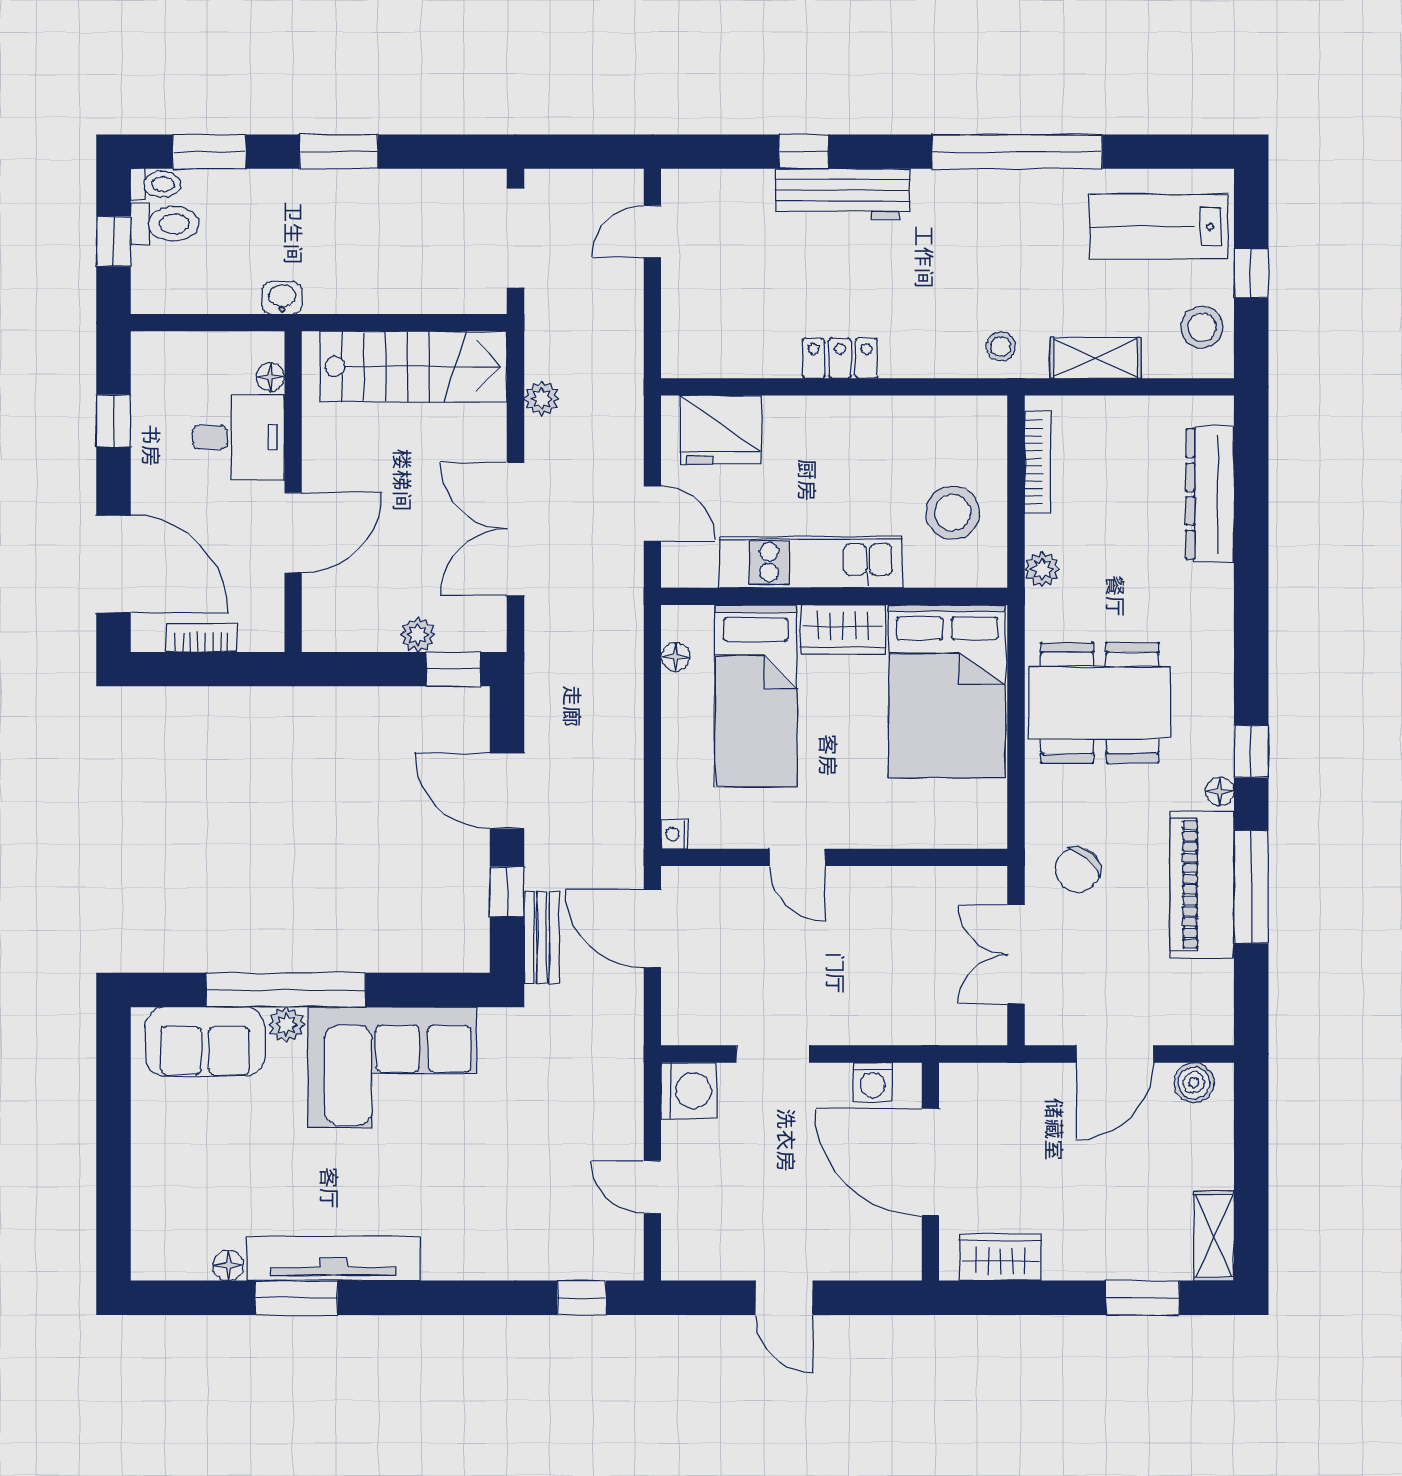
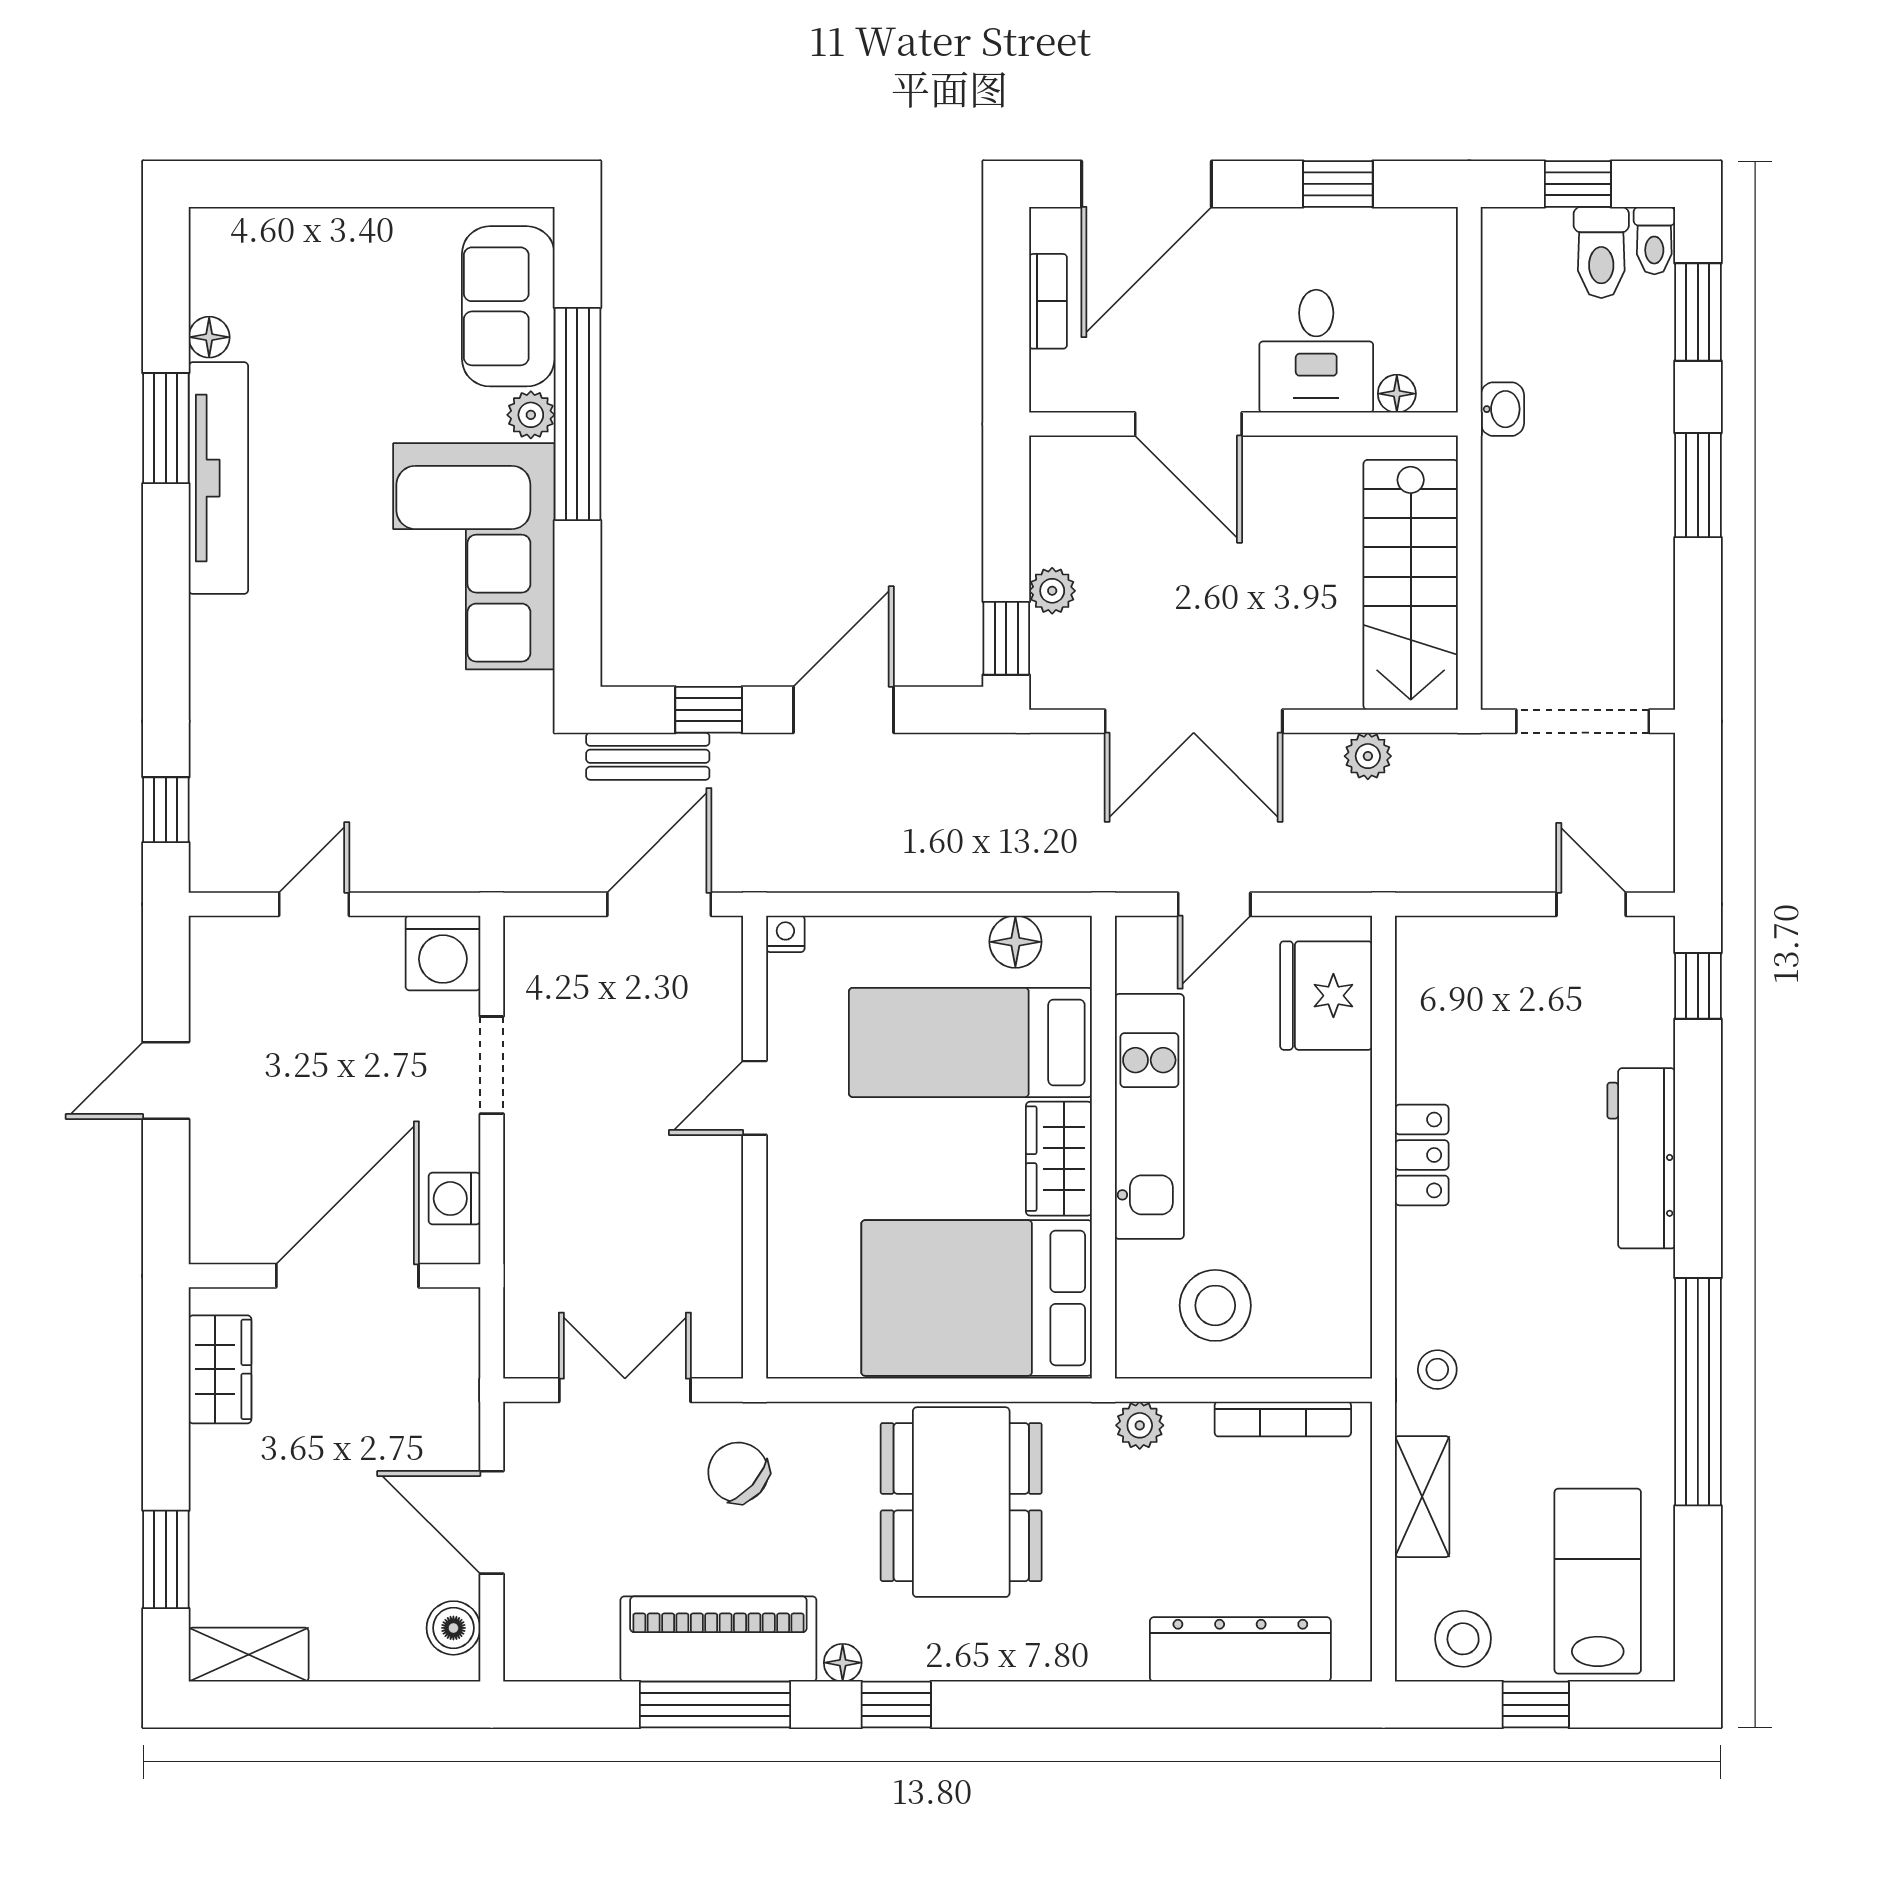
window: (804, 152) -> (1698, 986), moved
double door: (516, 529) -> (1194, 721), swing flipped
floor lamp: (675, 657) -> (1015, 942), width x1.37, depth x1.37

